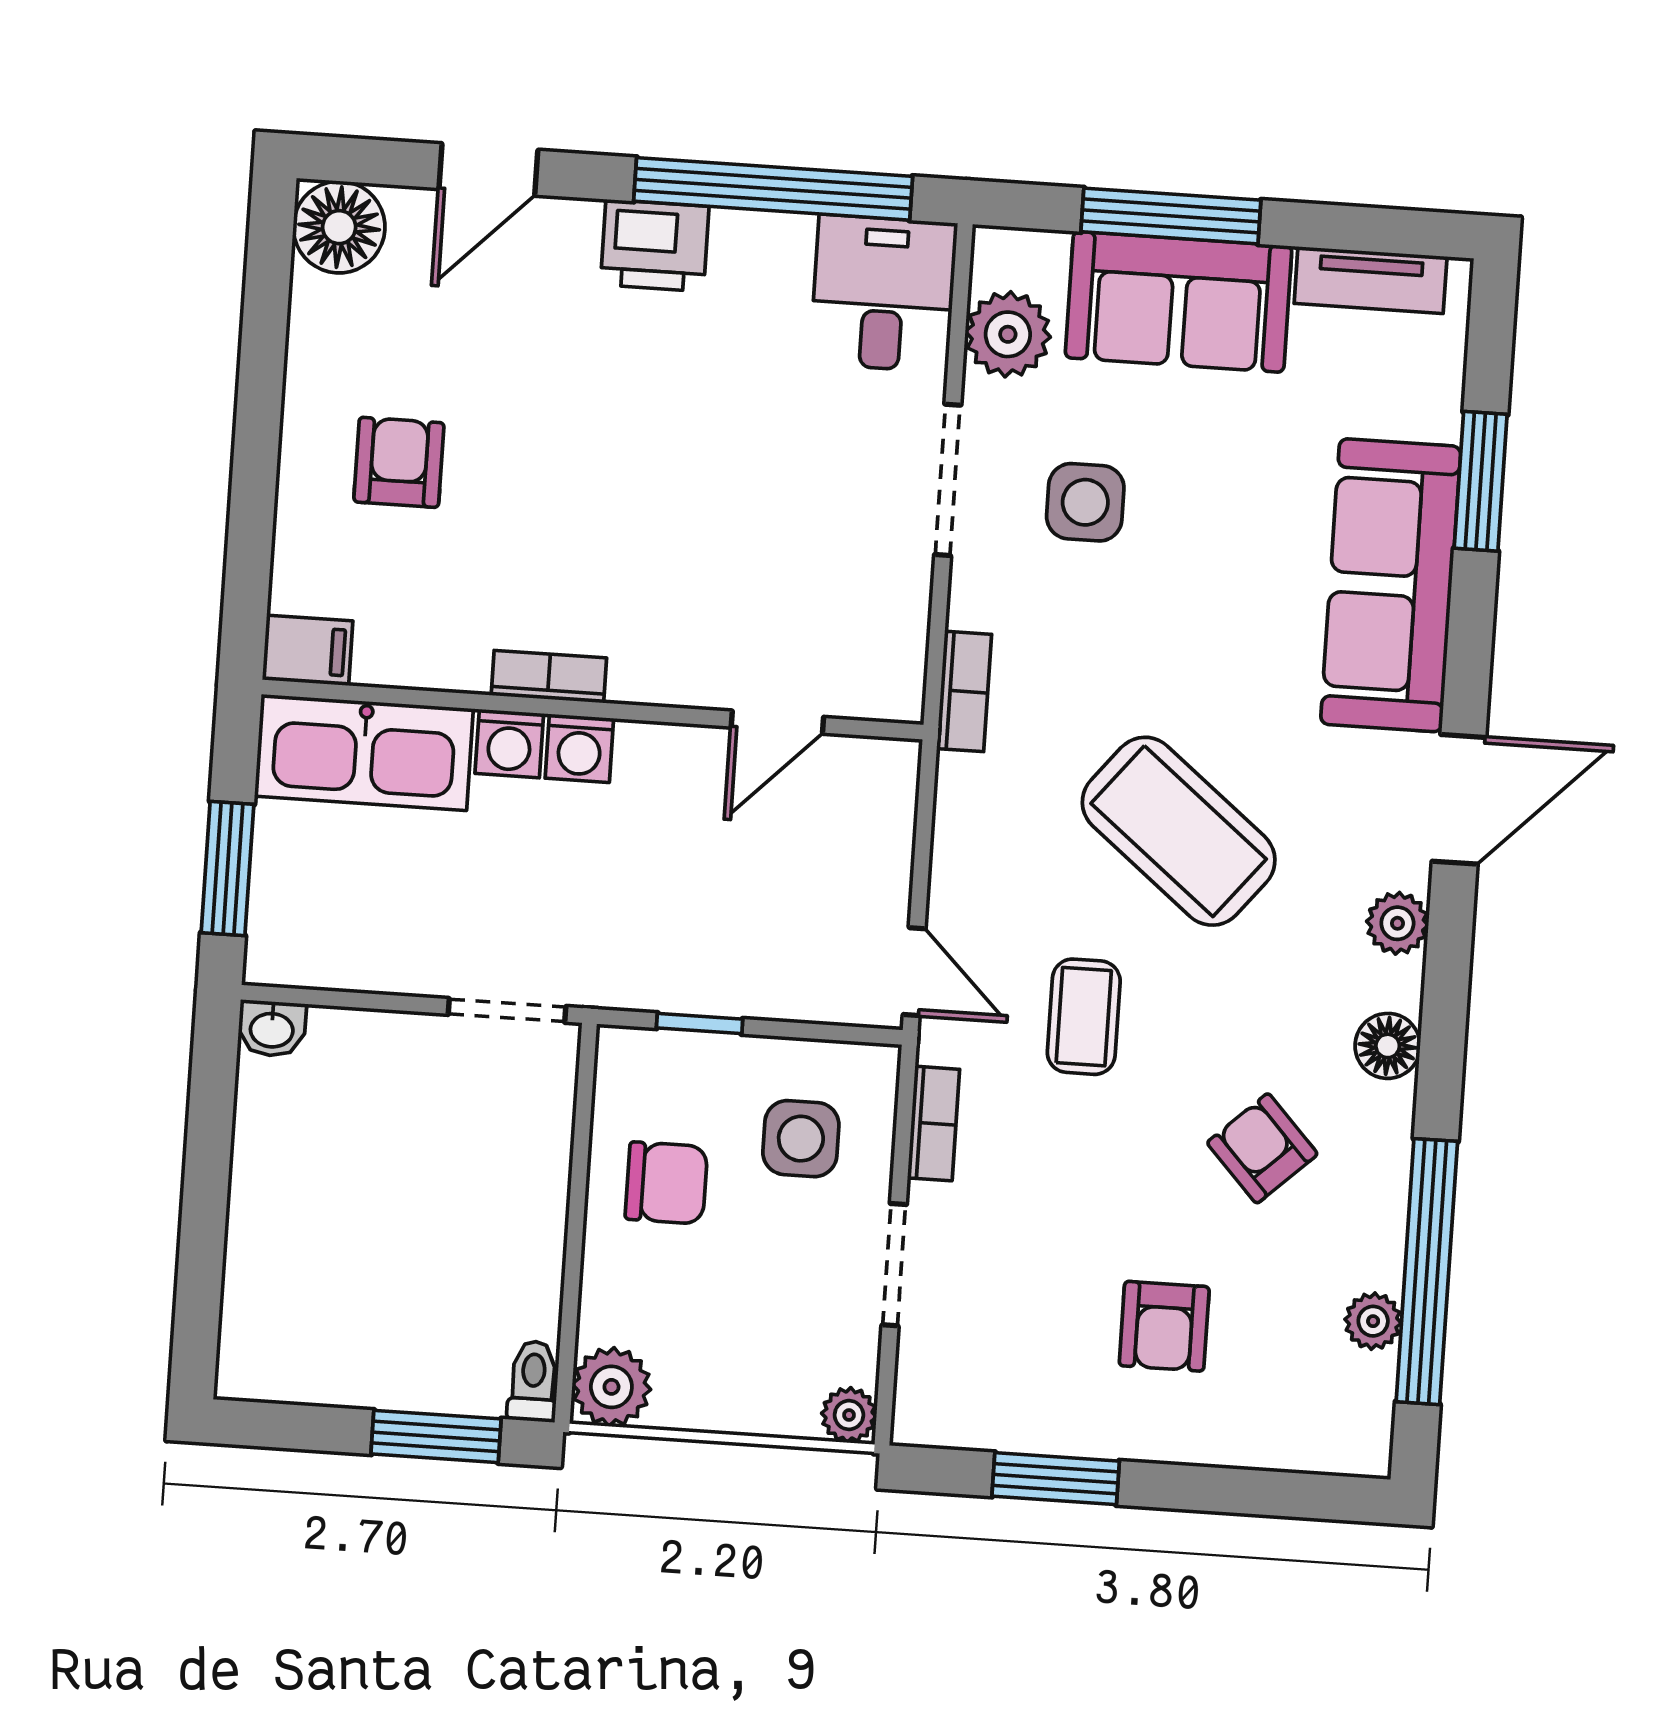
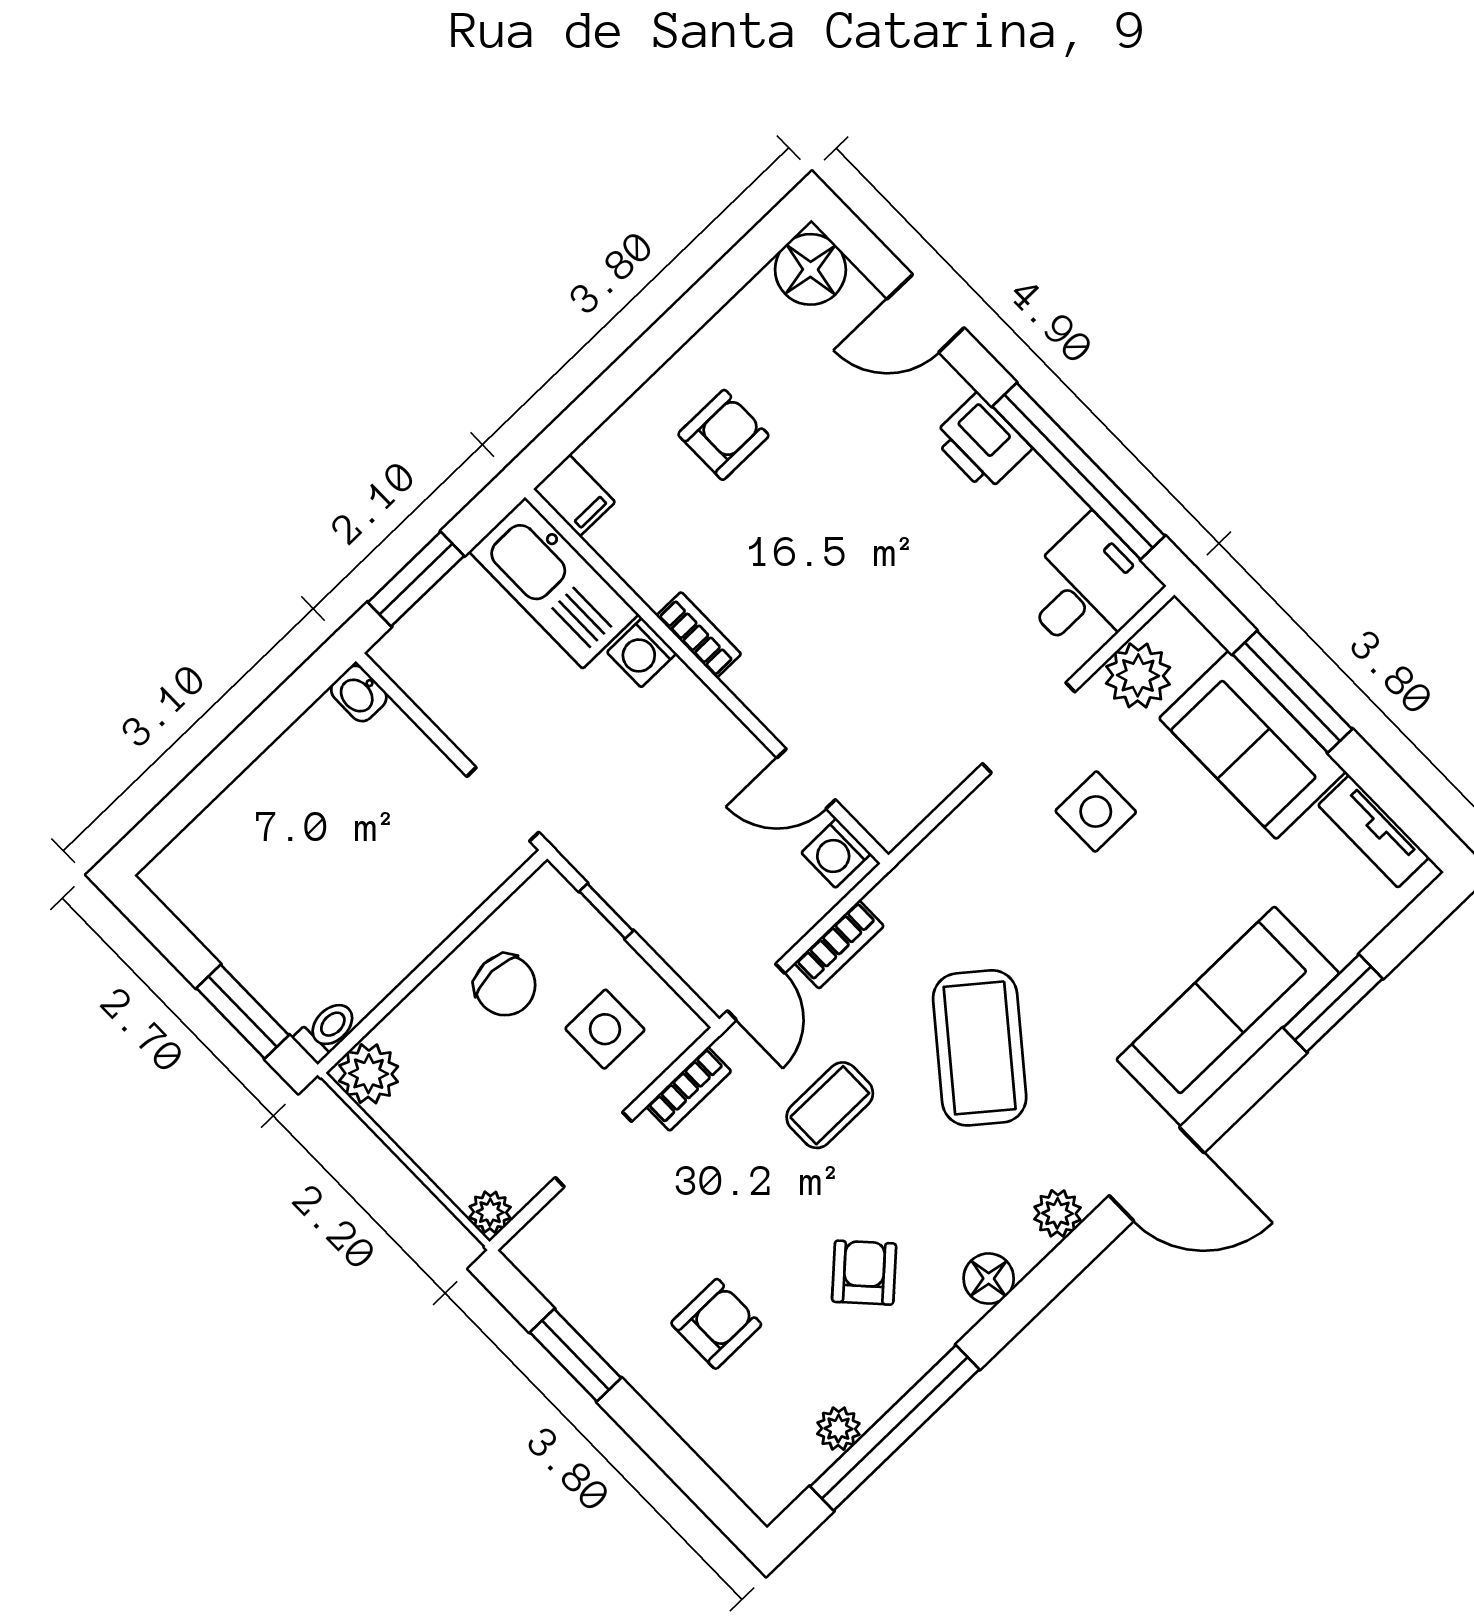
bookcase: (964, 691) -> (839, 945), moved
washing machine: (579, 748) -> (836, 853), moved
armchair: (1164, 1326) -> (716, 1324), turned 180

